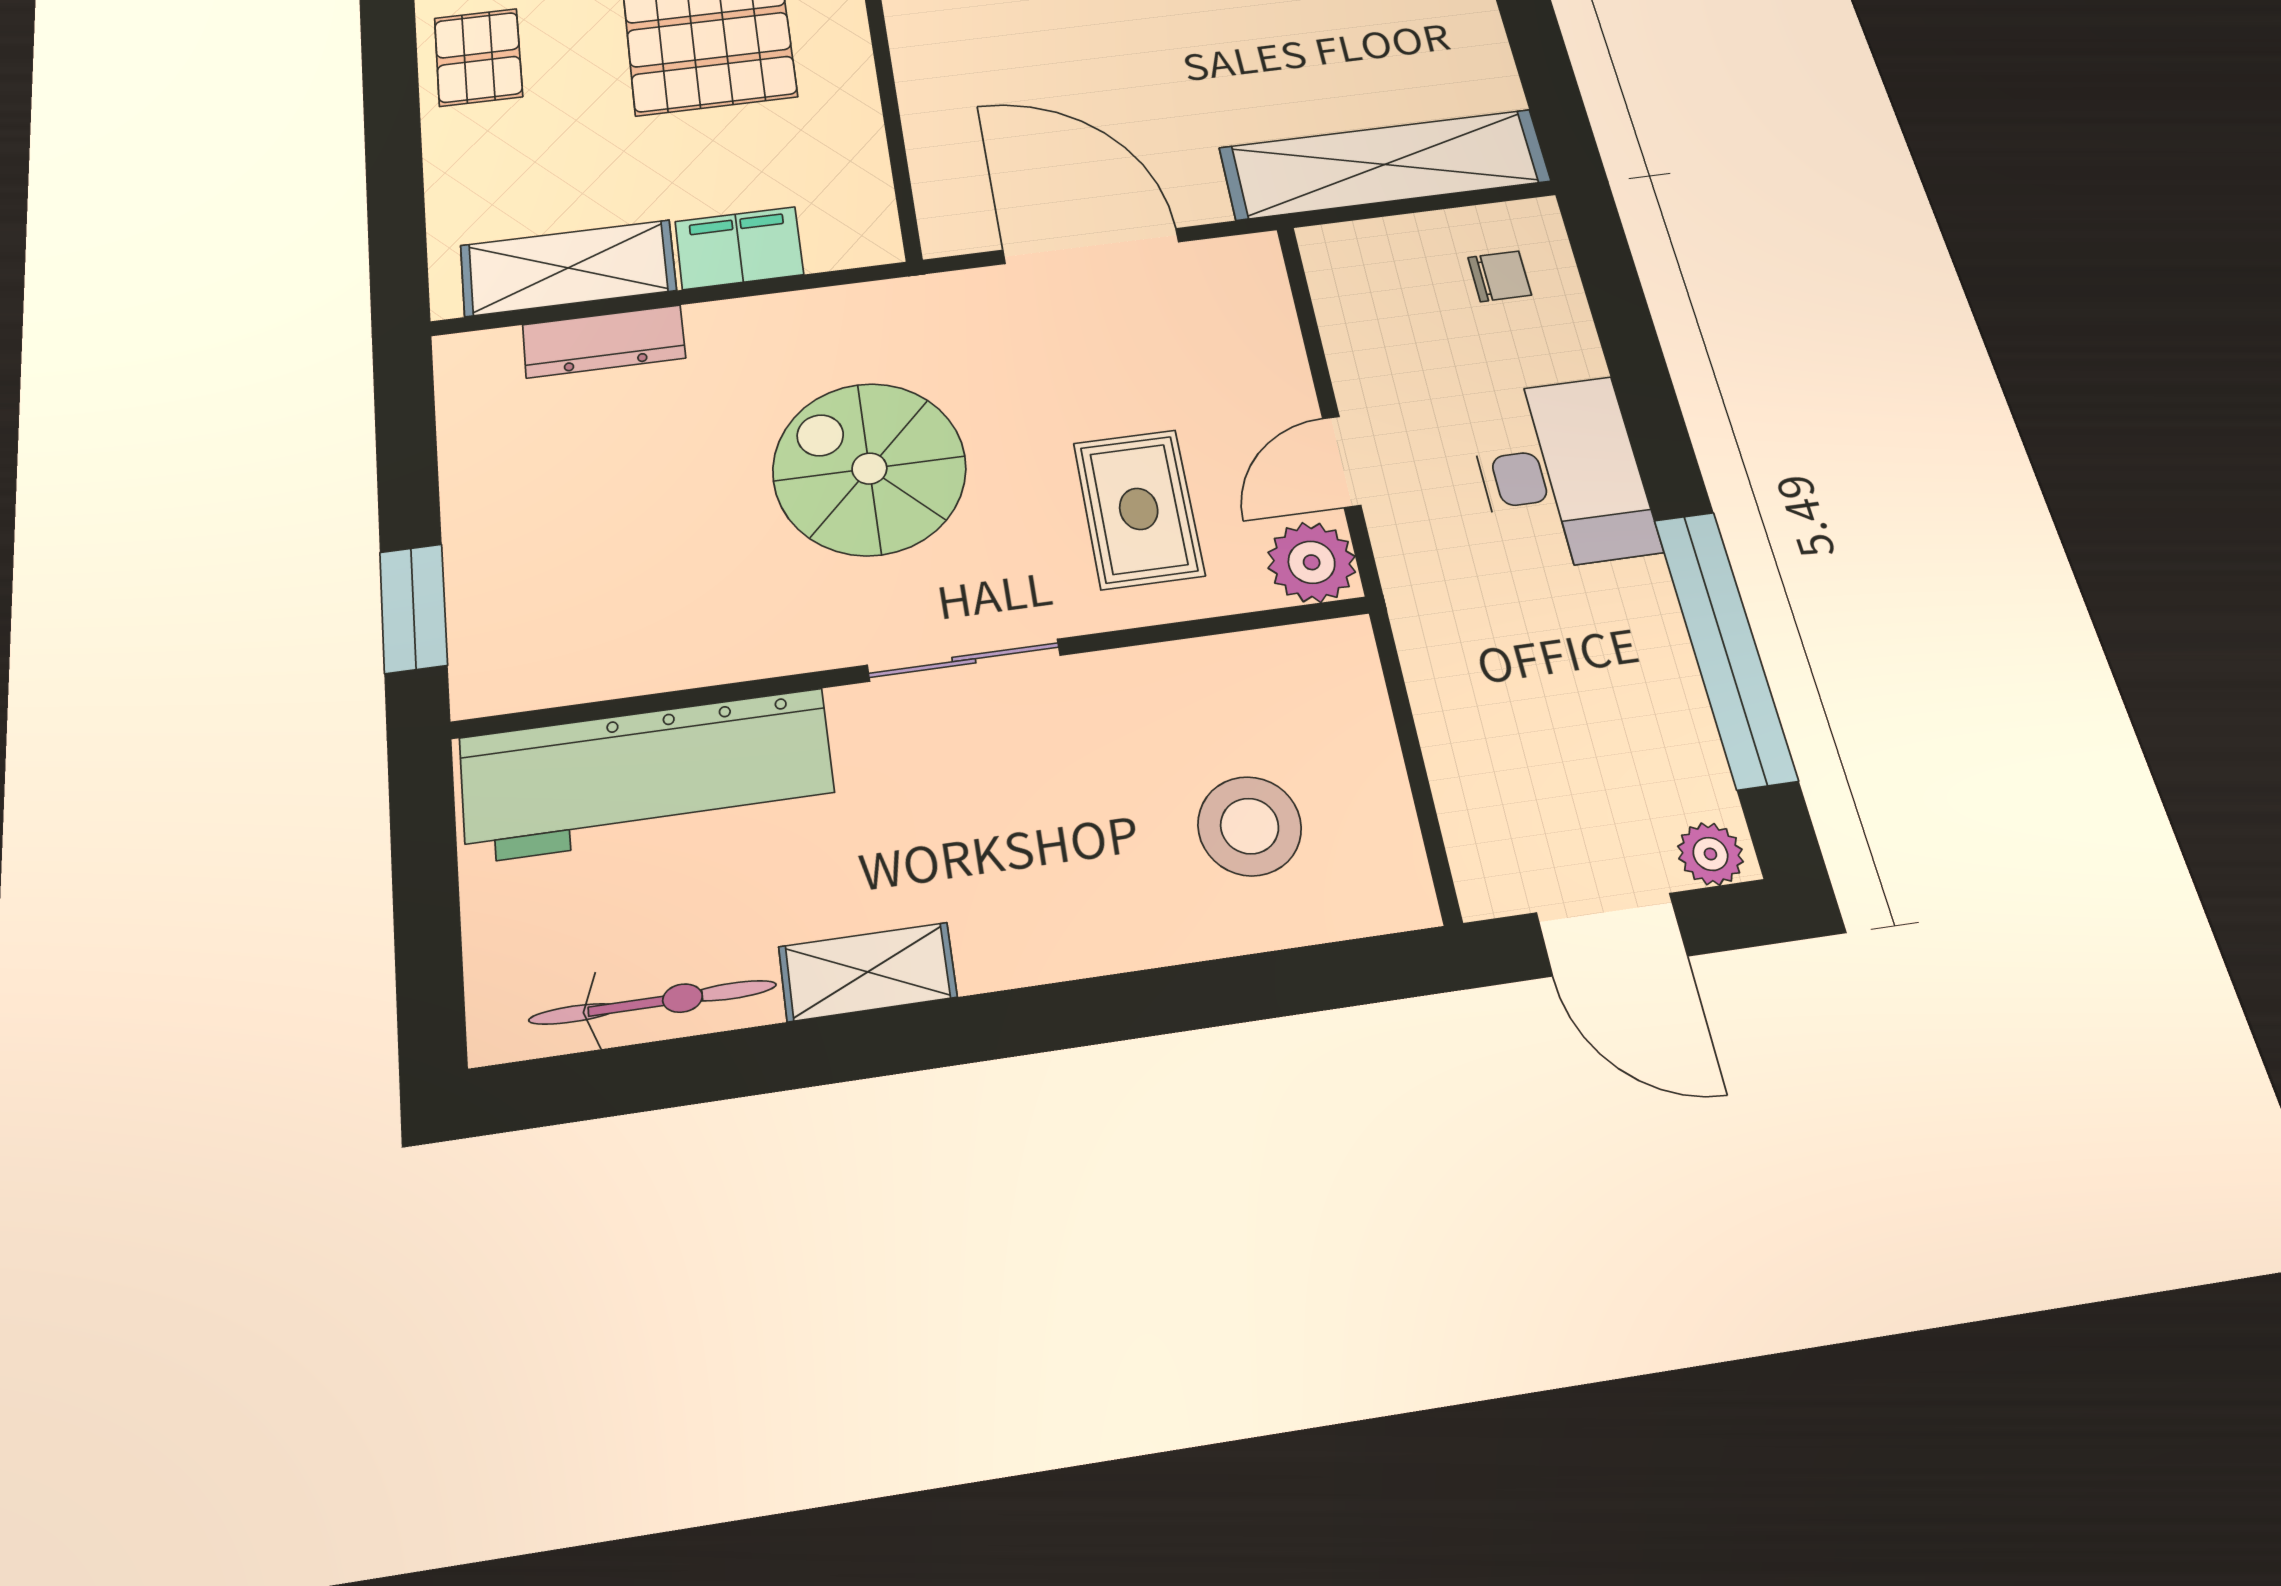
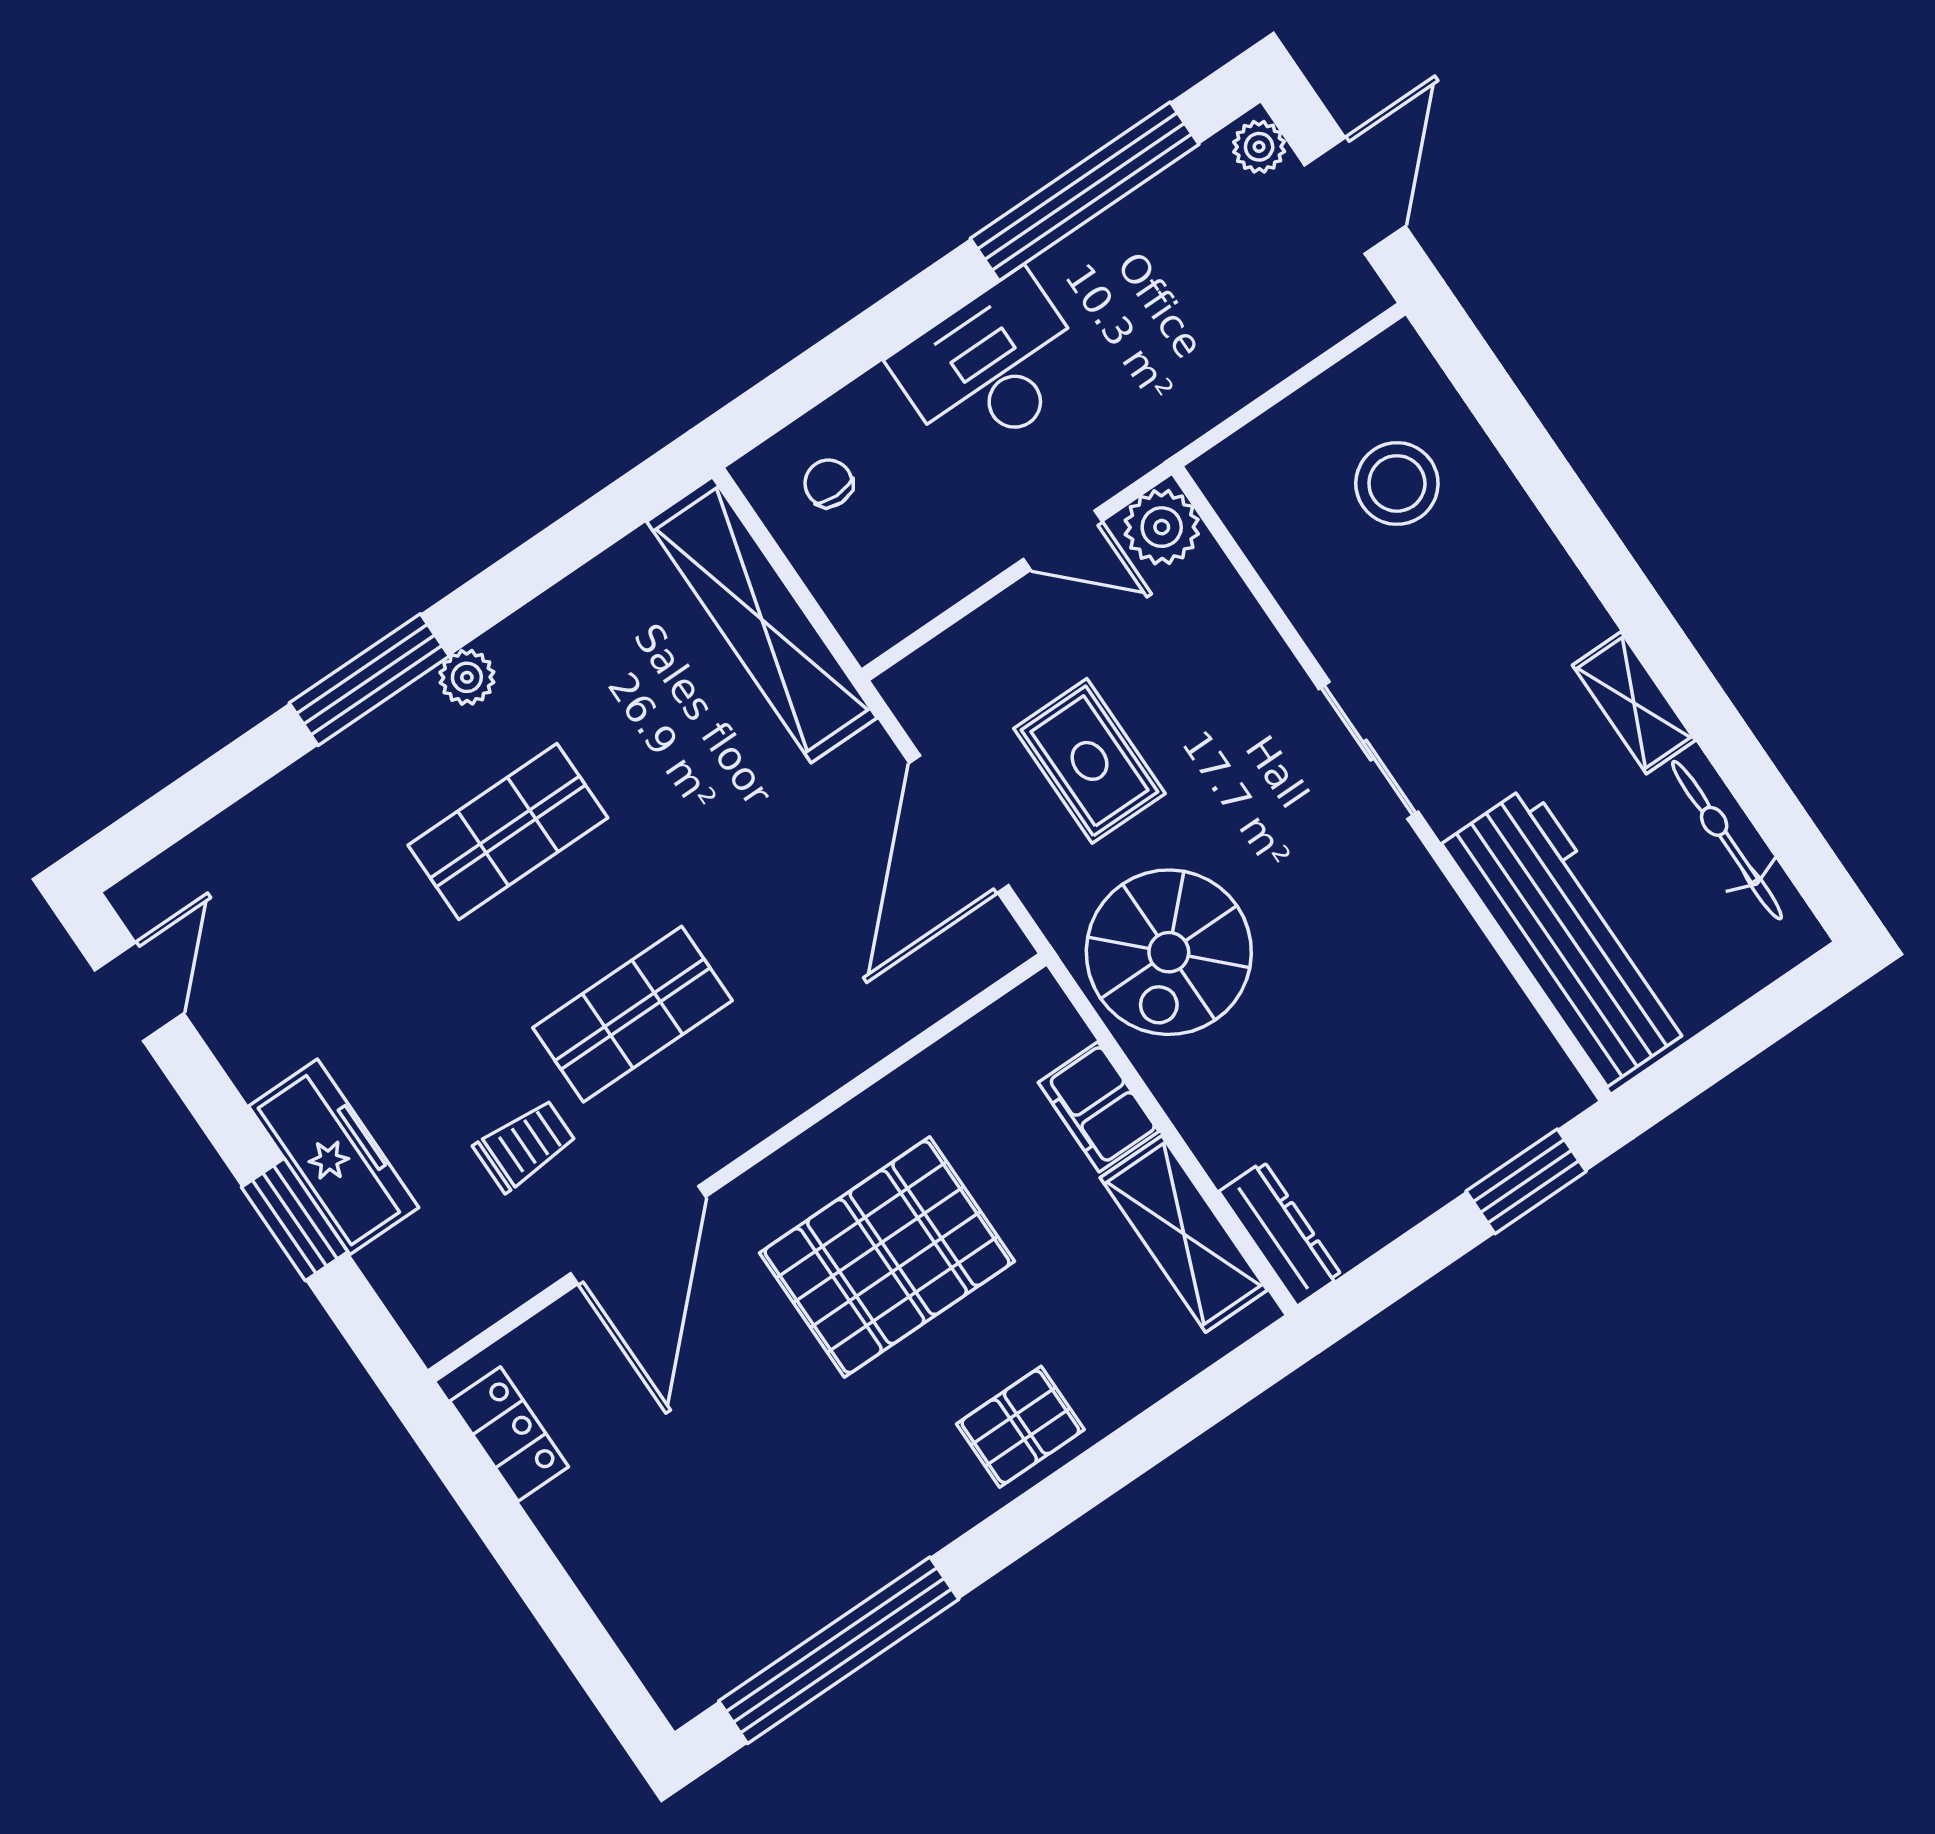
dresser: (604, 341) -> (1280, 1233), moved
spiral stairs: (869, 469) -> (1169, 952), moved
rug: (1139, 509) -> (1090, 761), moved, turned 90

